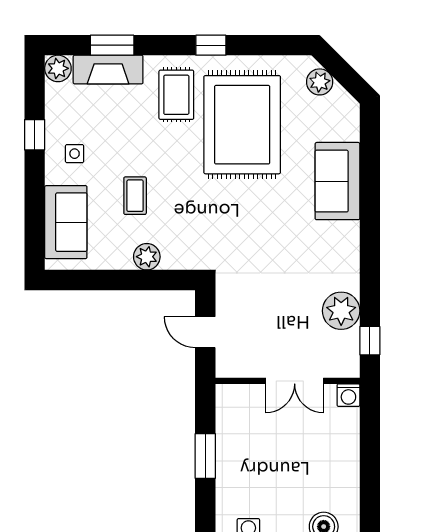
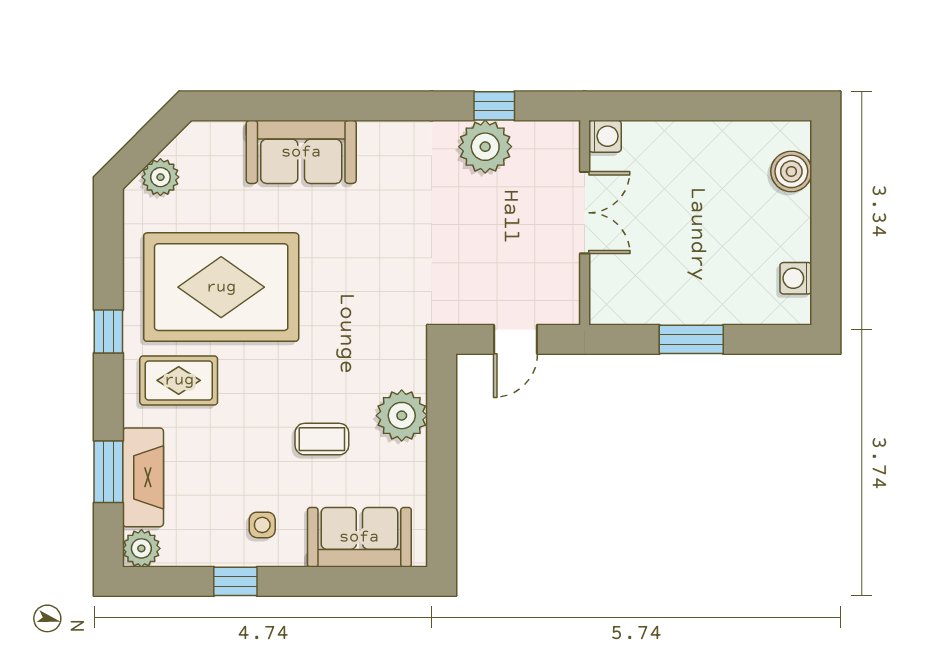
plant: (147, 257) -> (402, 416), width x1.36, depth x1.36
window: (370, 341) -> (494, 106), moved

